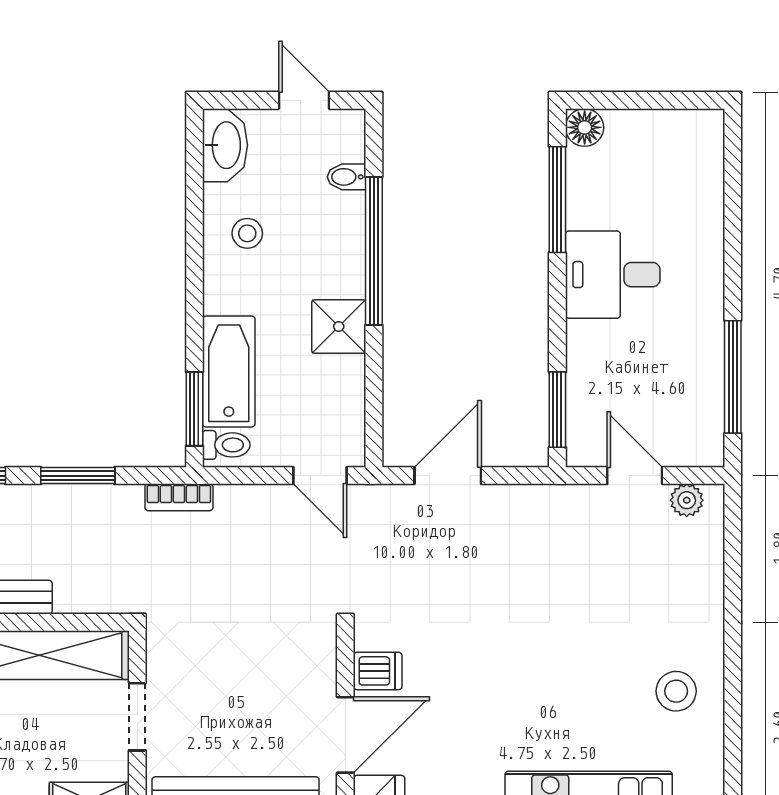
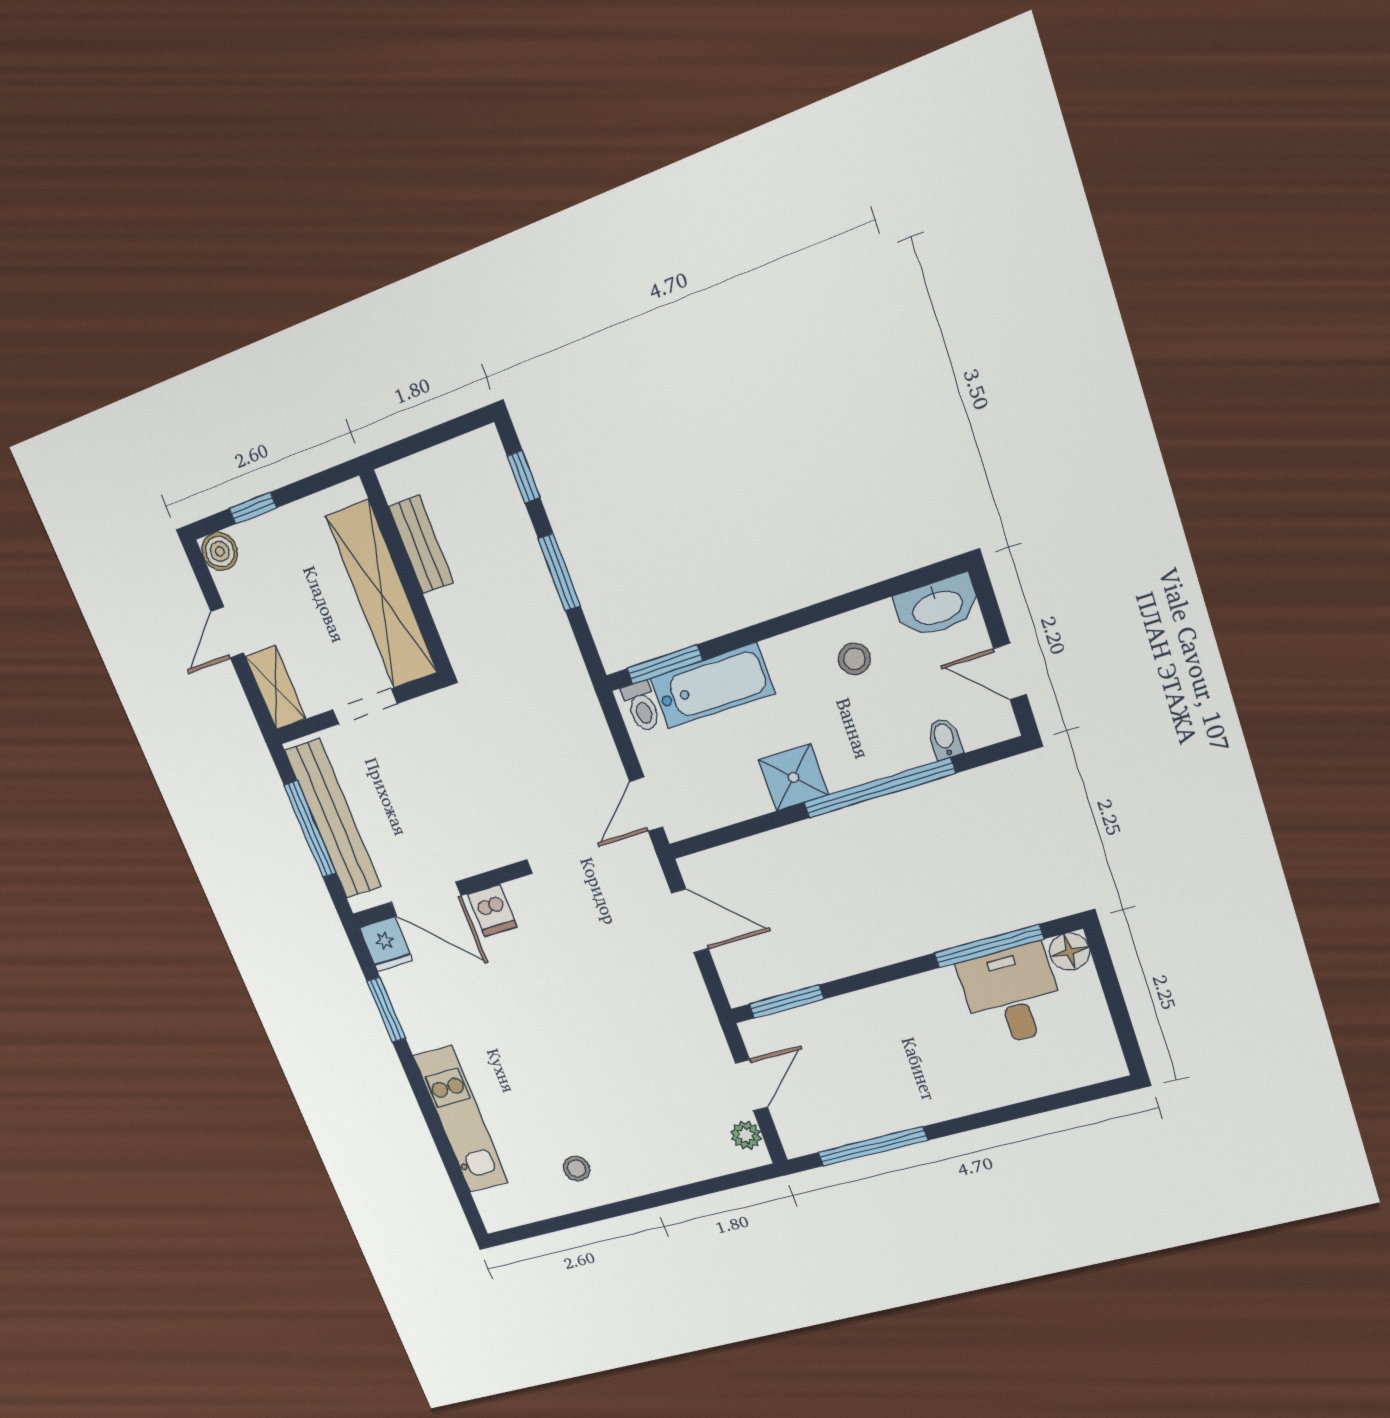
door: (304, 100) -> (1010, 671), swing flipped
desk: (613, 275) -> (1012, 995), moved
bookcase: (179, 497) -> (576, 678), removed
stool: (676, 691) -> (577, 1169), width x0.73, depth x0.73

